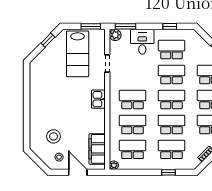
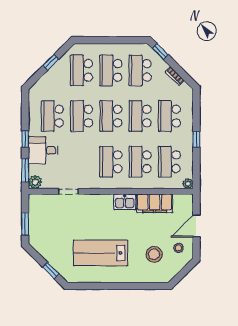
window: (91, 26) -> (25, 224), moved
window: (170, 26) -> (25, 139), moved
window: (48, 40) -> (51, 271), moved
lab bench: (78, 54) -> (101, 253), moved, turned 180
kitchen sink: (98, 99) -> (125, 202), moved
filing cabinet: (97, 149) -> (155, 203), moved
window: (168, 172) -> (196, 139), moved

